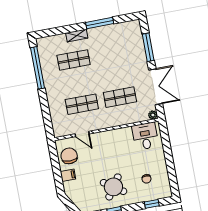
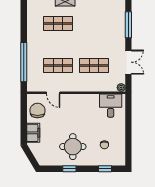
window: (38, 68) -> (24, 62), moved
double door: (156, 87) -> (128, 62), width x0.73
filing cabinet: (68, 175) -> (33, 133), width x2.00
round table: (113, 187) -> (73, 147), turned -34

